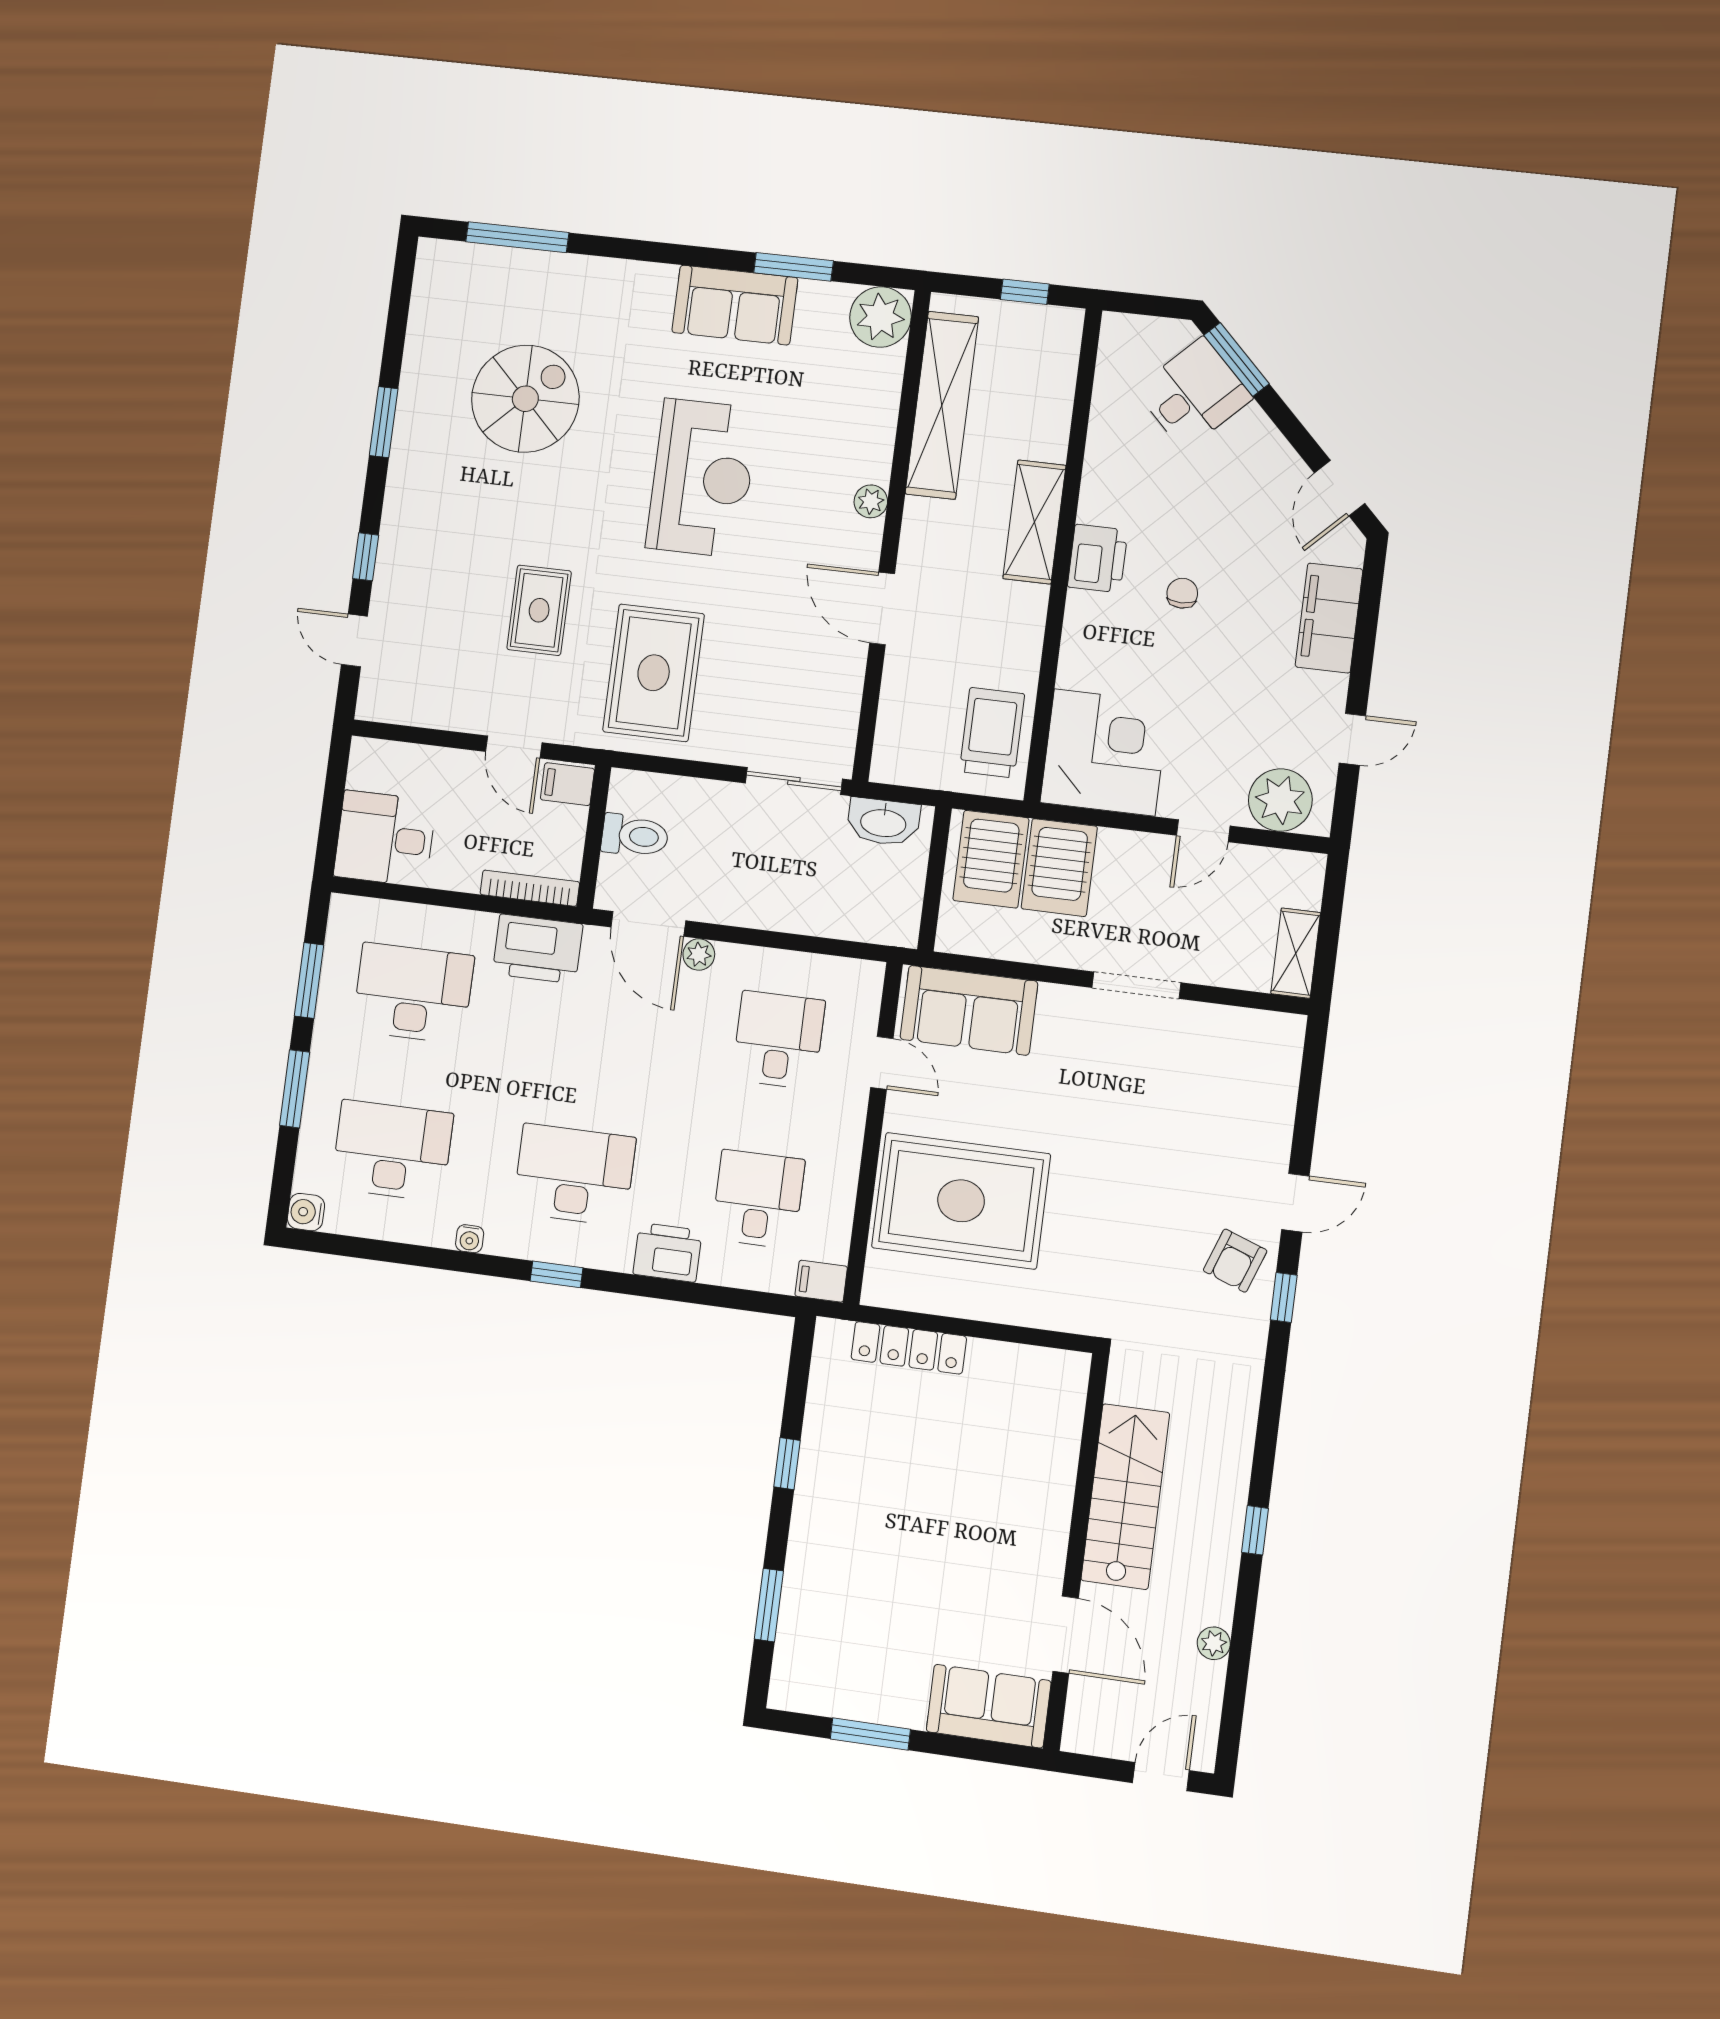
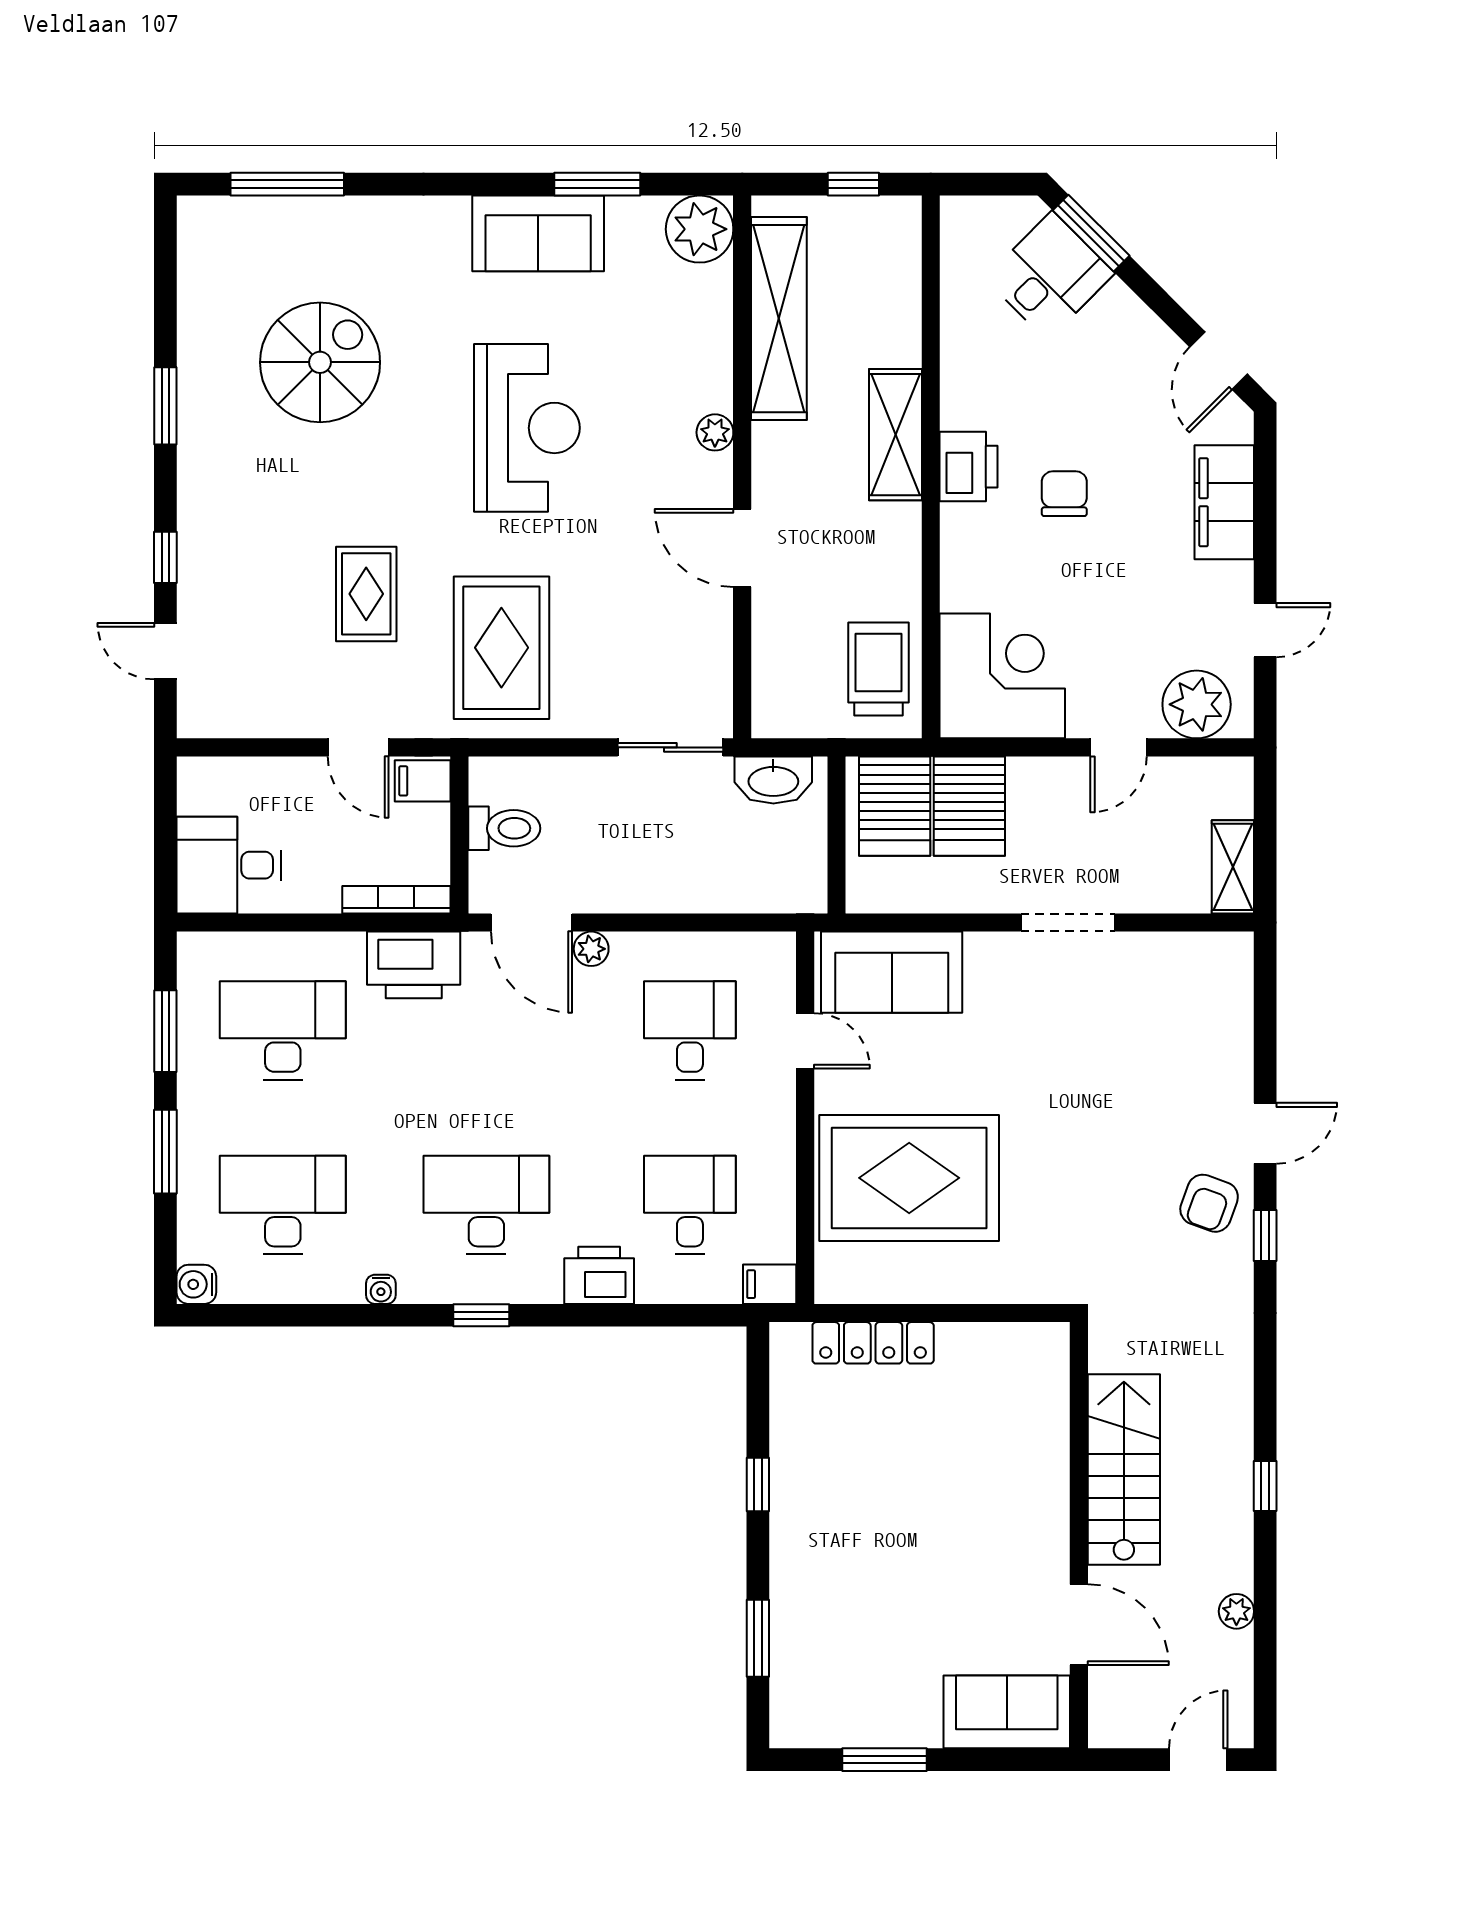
chair: (1182, 593) -> (1064, 494), width x1.37, depth x1.37

